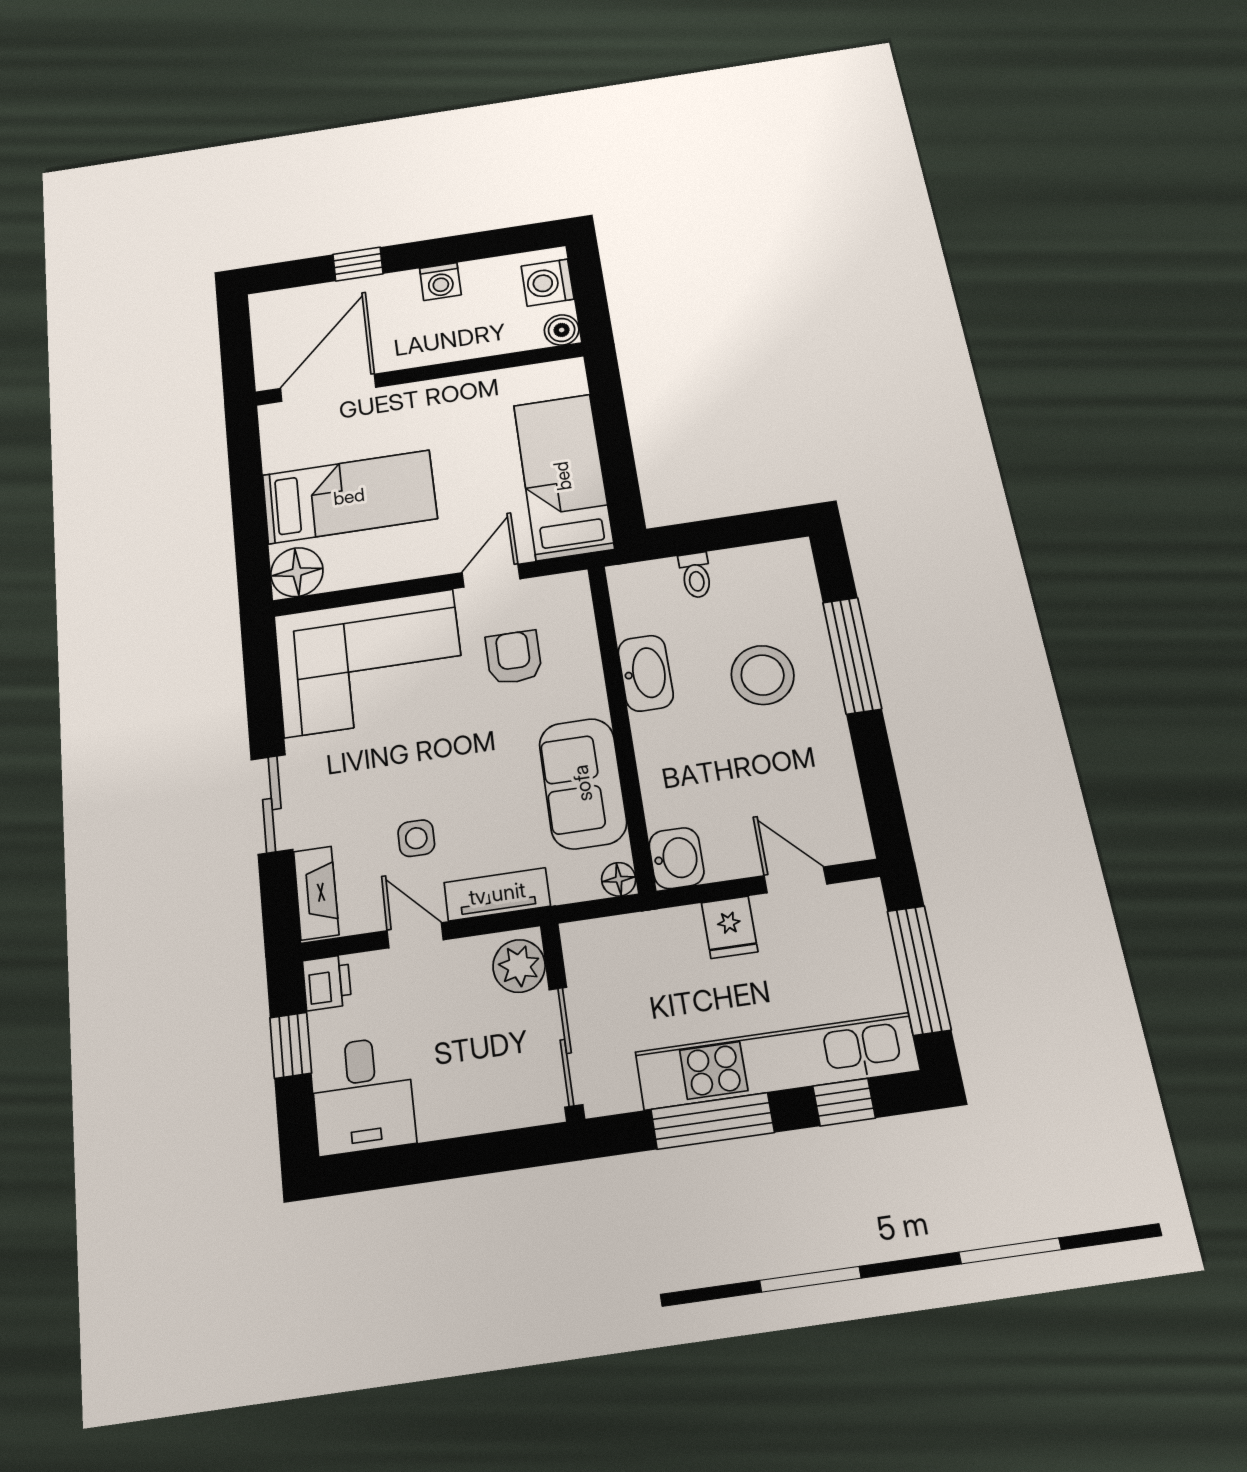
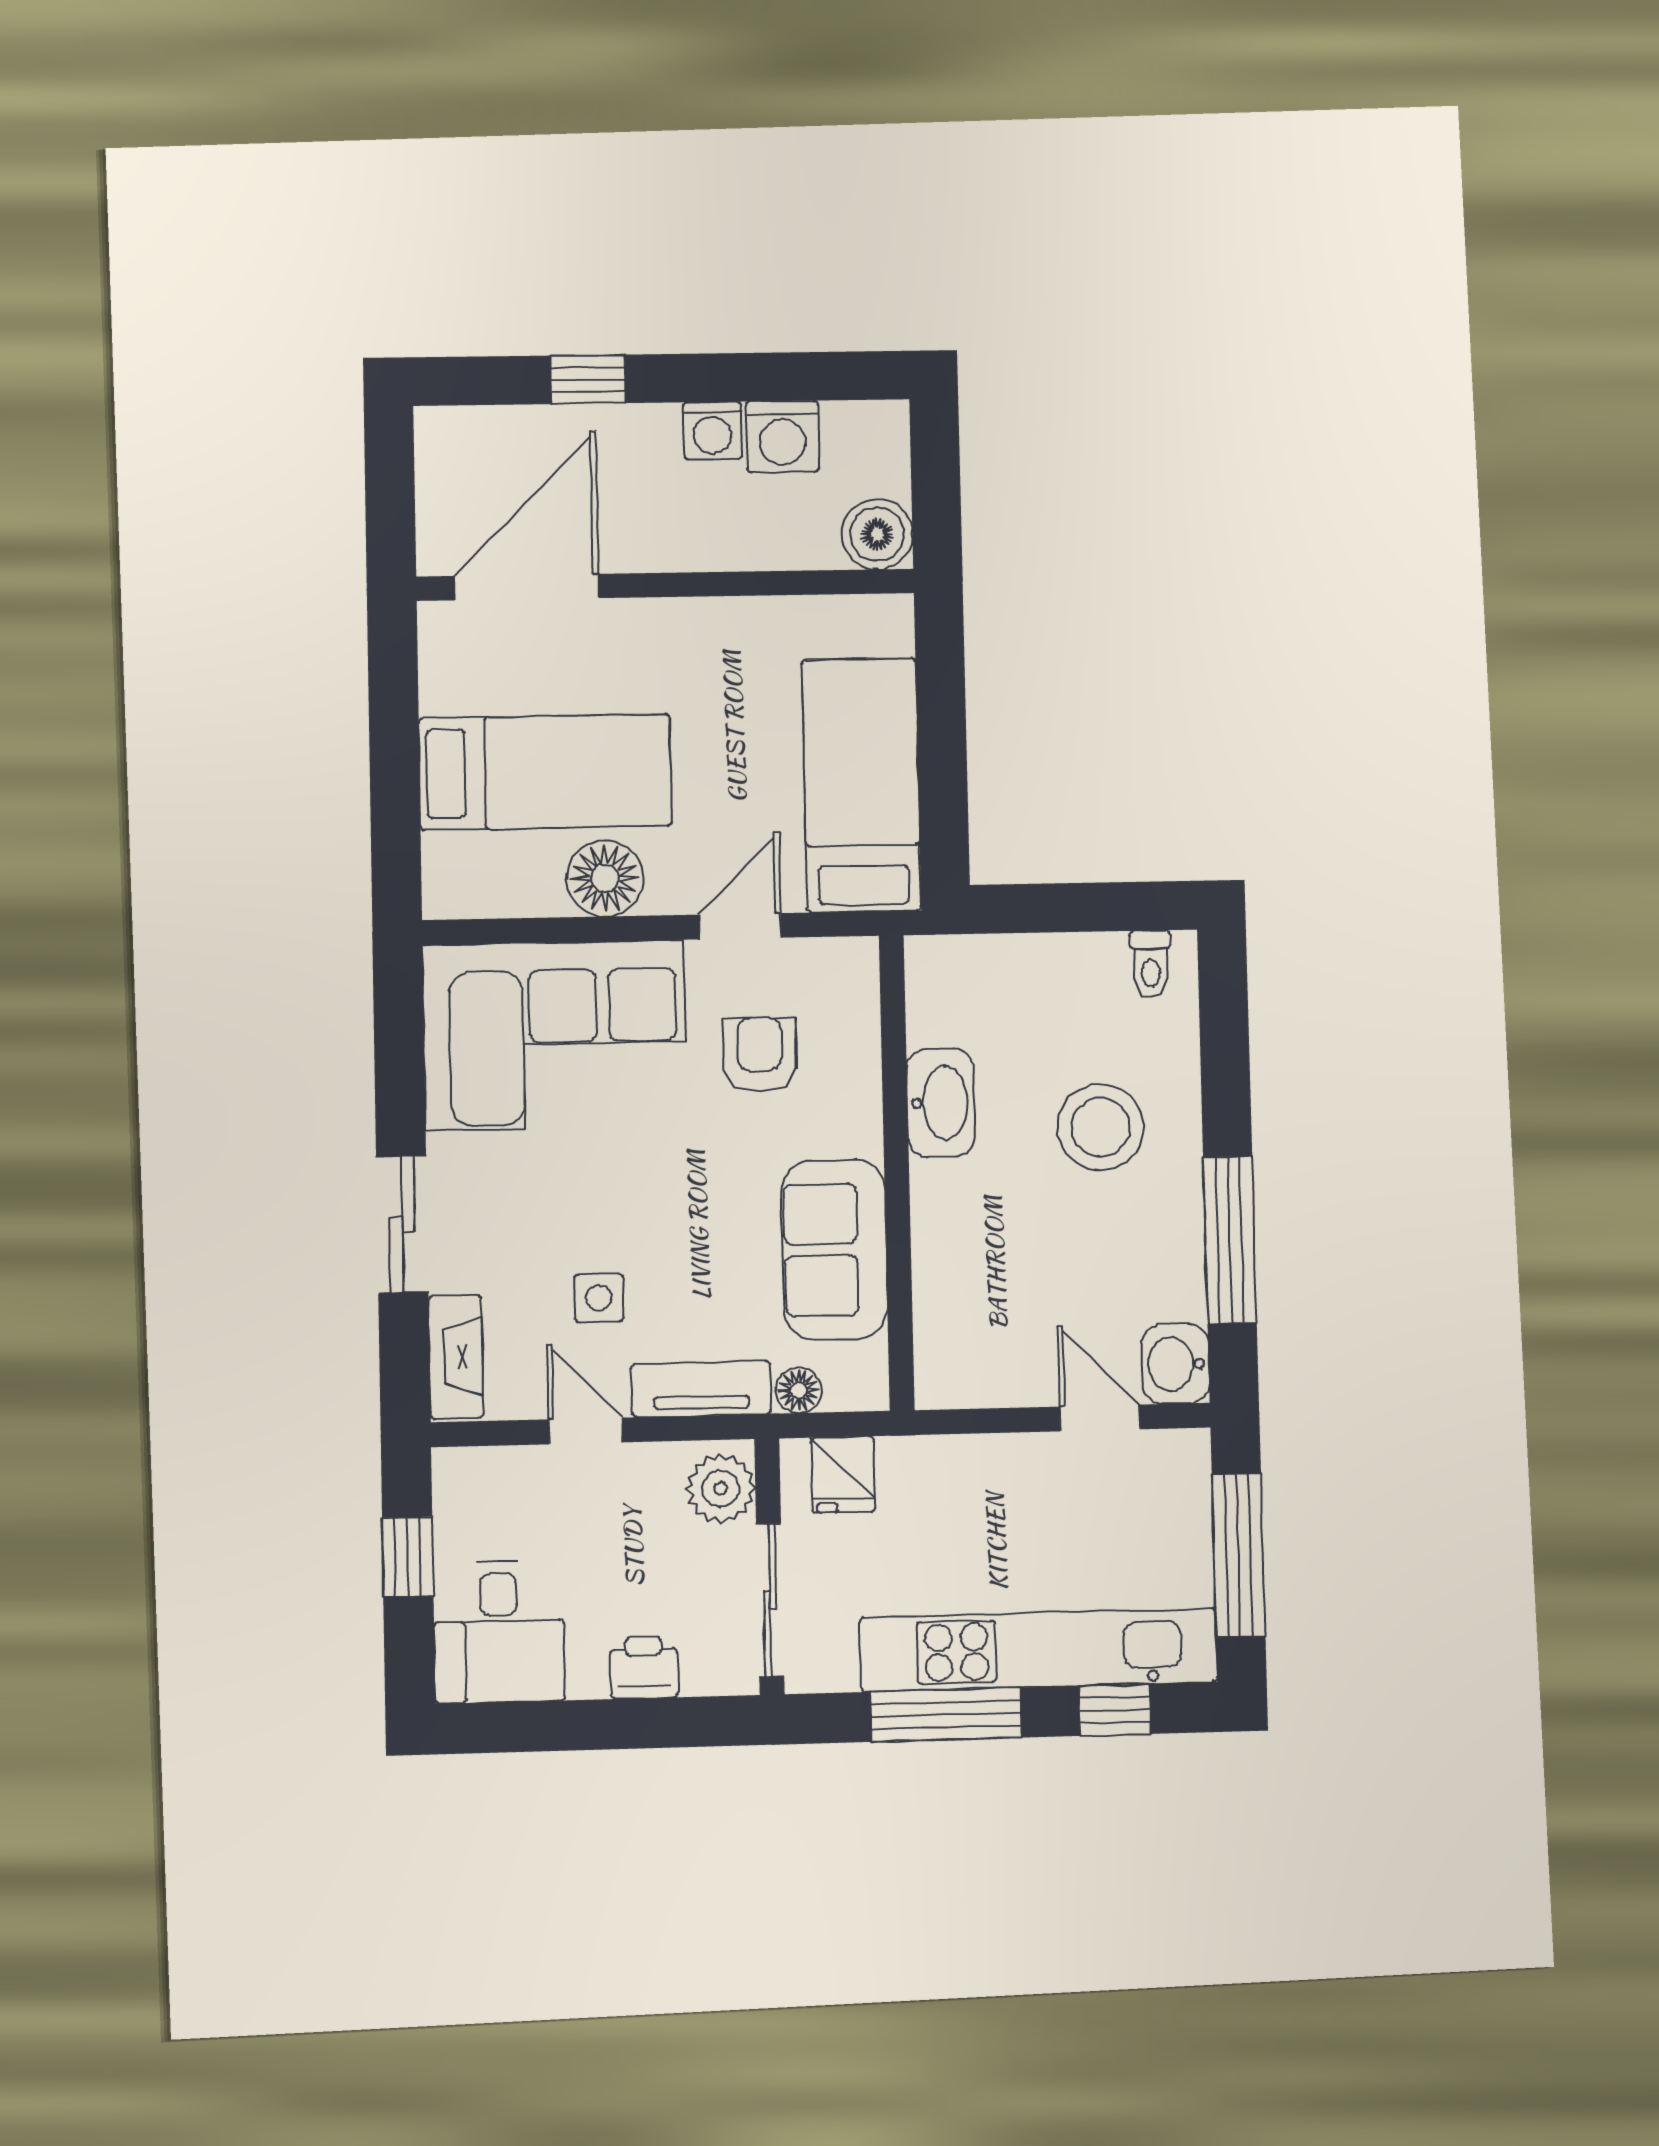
washing machine: (547, 283) -> (782, 437), moved, turned -90
boiler: (562, 330) -> (877, 534), width x1.36, depth x1.36
floor lamp: (297, 572) -> (605, 878), moved
toilet: (696, 575) -> (1151, 964), moved
window: (852, 655) -> (1230, 1240), moved
washbasin: (676, 858) -> (1175, 1364), moved, turned 180
floor lamp: (619, 879) -> (799, 1390), moved
fridge: (730, 927) -> (843, 1475), moved
printer: (327, 983) -> (644, 1667), moved, turned -90

